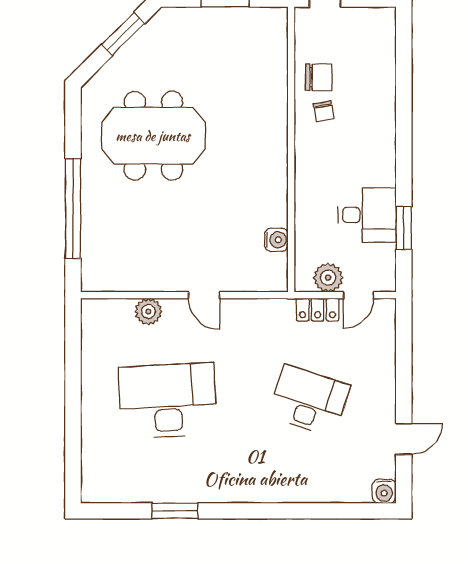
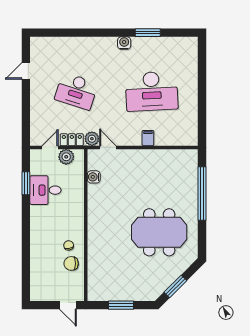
door: (204, 295) -> (108, 147), moved
plant: (148, 311) -> (92, 139), moved
filing cabinet: (175, 313) -> (148, 138), added
water cooler: (384, 491) -> (124, 43), moved

